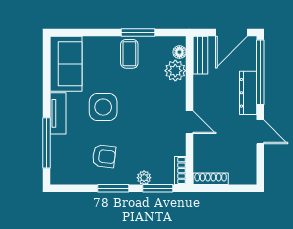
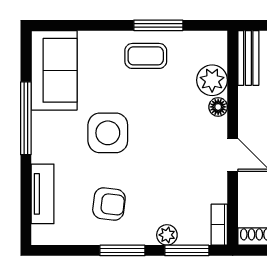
floor lamp: (179, 52) -> (218, 107), moved
coffee table: (129, 54) -> (146, 56), turned 90
tv unit: (58, 113) -> (42, 194), moved
window: (46, 143) -> (26, 118), moved

